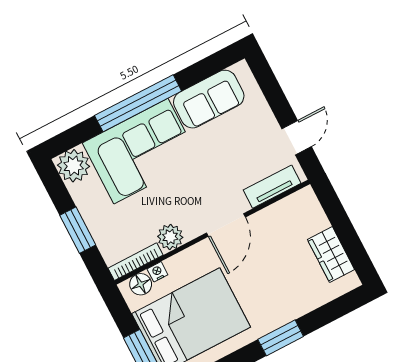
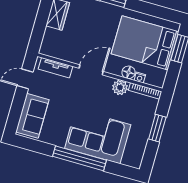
sofa: (209, 99) -> (32, 116), moved, turned 90
plant: (74, 166) -> (133, 158), removed
floor lamp: (141, 284) -> (129, 72), moved

